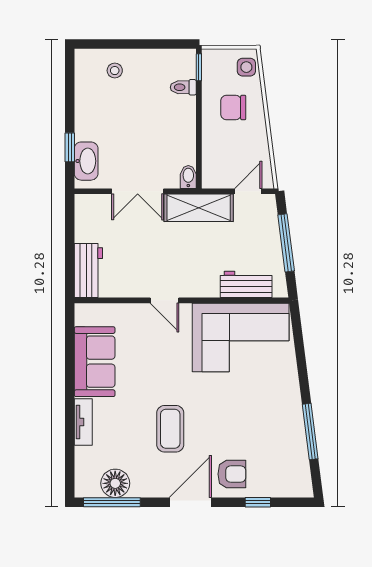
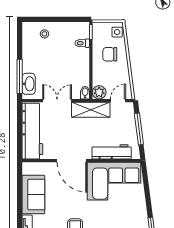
window: (70, 147) -> (20, 76), width x2.17
plant: (214, 176) -> (99, 92), added
double door: (138, 191) -> (57, 101), swing flipped
workbench: (88, 271) -> (32, 131), width x1.87, depth x1.32
workbench: (246, 284) -> (112, 152), width x1.37
door: (164, 300) -> (72, 161), width x1.87

